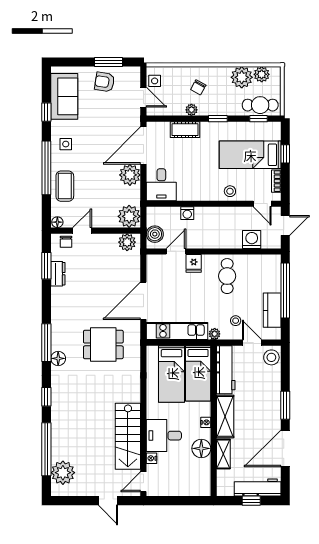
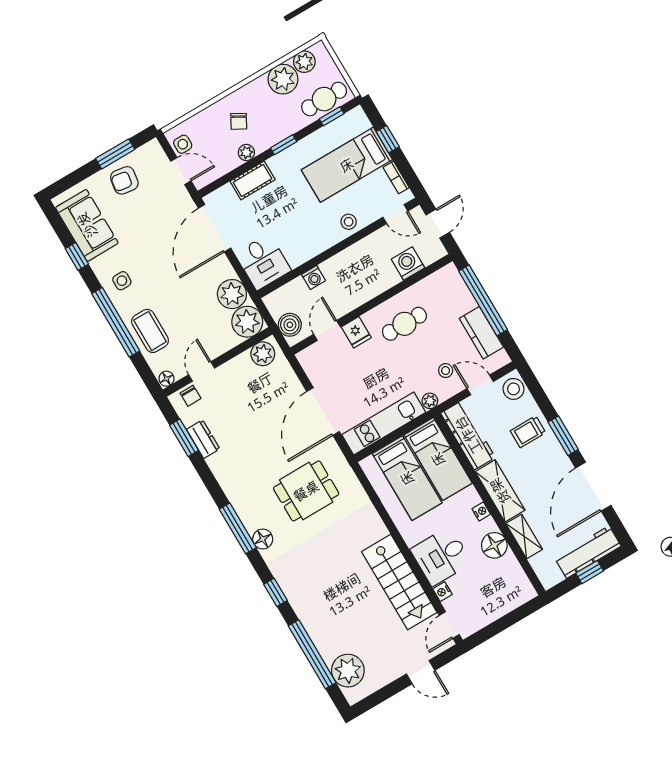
plant: (130, 175) -> (232, 294), moved
cafe table: (227, 276) -> (404, 324), turned 90
trolley: (265, 390) -> (528, 432), added

